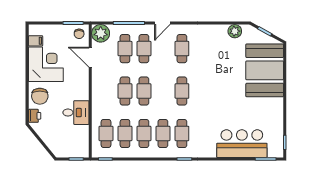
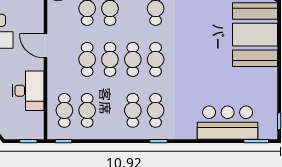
door: (90, 57) -> (45, 46), moved
desk: (76, 113) -> (28, 91), width x1.37
cafe table: (144, 133) -> (133, 59), moved

